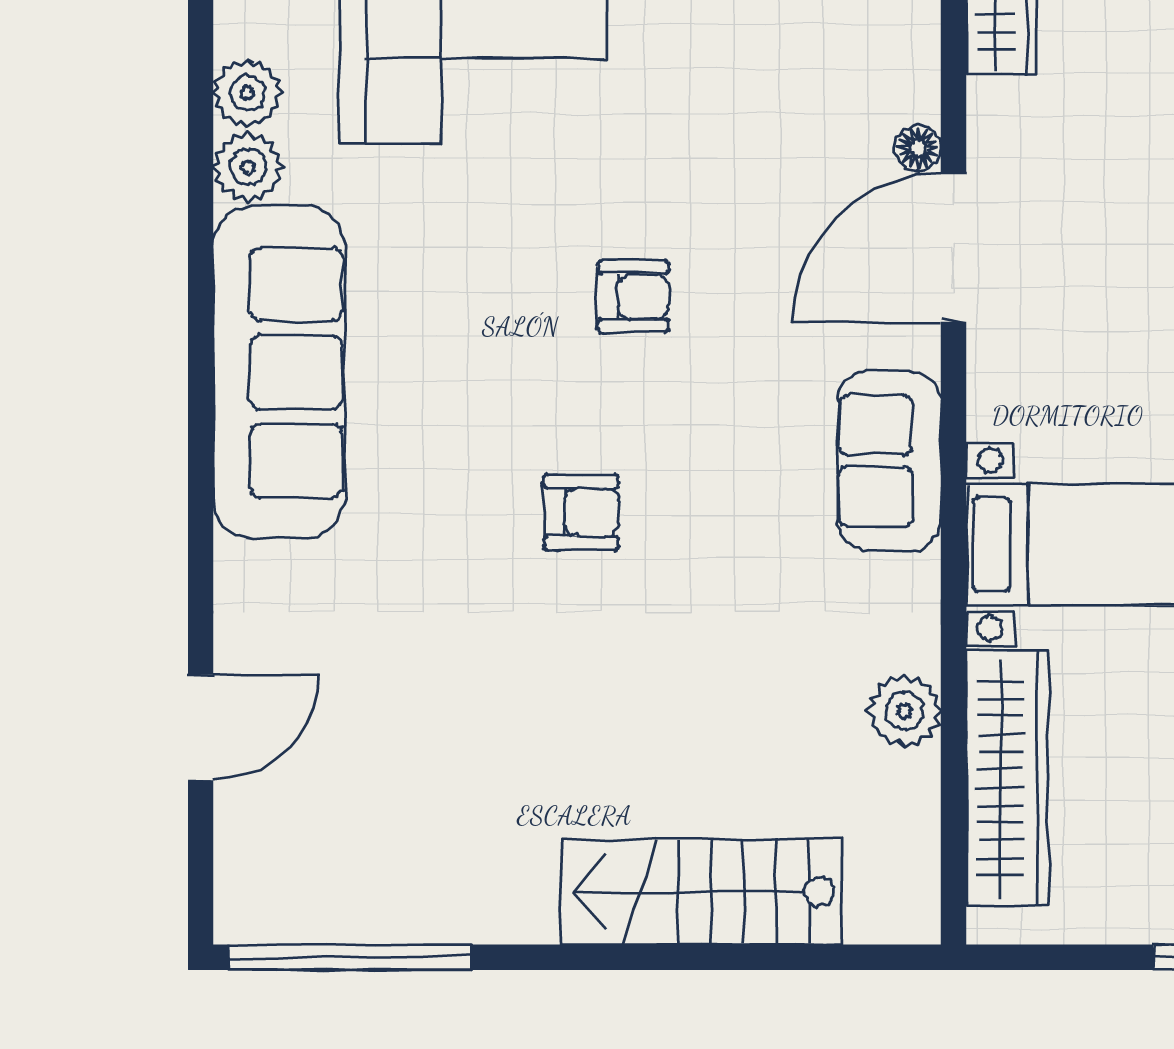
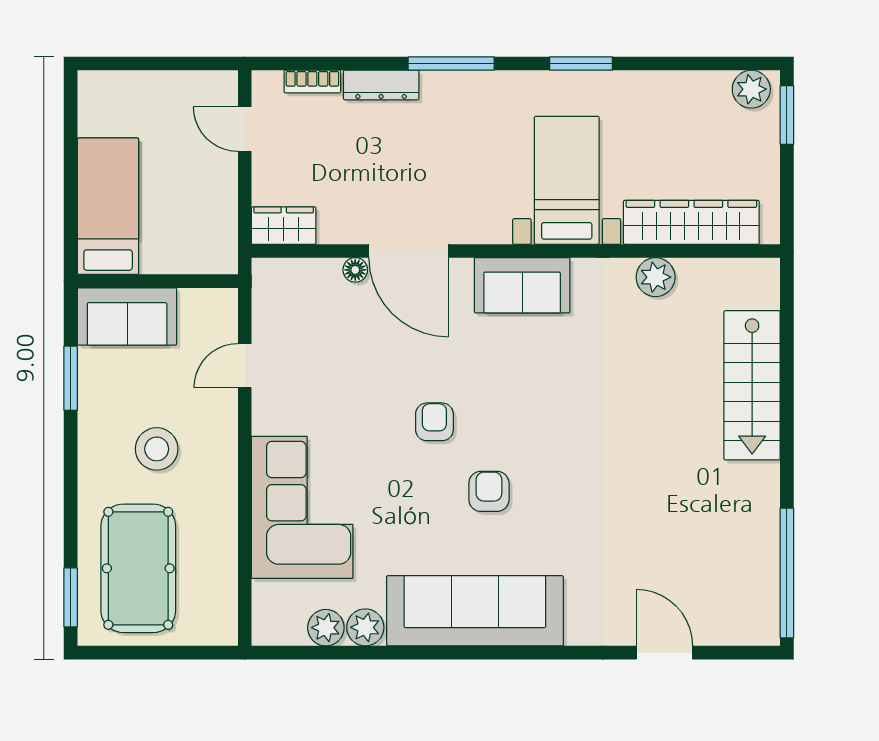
armchair: (581, 512) -> (489, 491), moved

